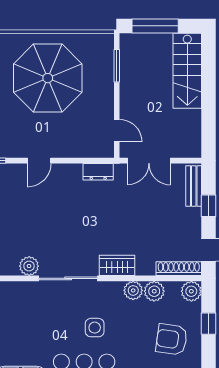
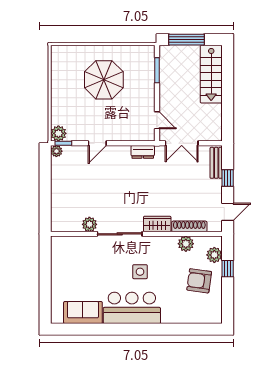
parasol: (48, 78) -> (104, 80), width x0.73, depth x0.73
shoe rack: (179, 269) -> (189, 226), moved
plant: (133, 290) -> (170, 243), removed
plant: (191, 291) -> (214, 255), moved

